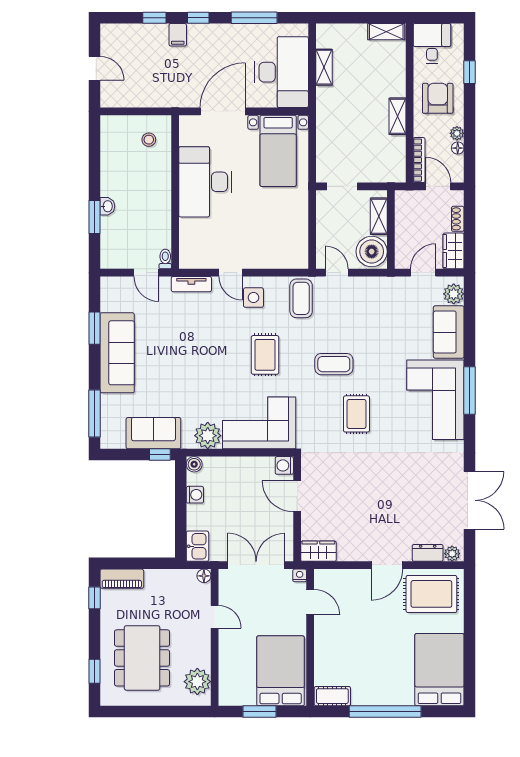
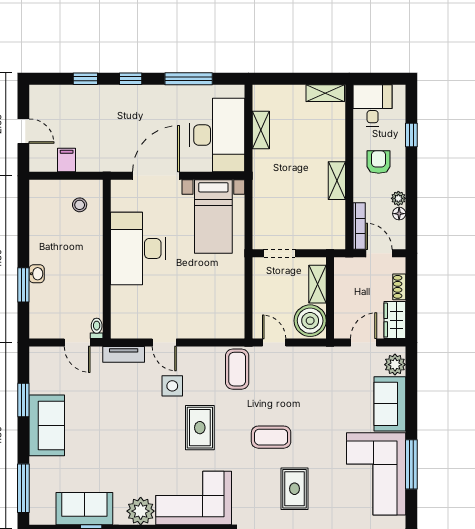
filing cabinet: (178, 35) -> (67, 160), moved, turned 180
armchair: (438, 98) -> (379, 162), width x0.72, depth x0.72
side table: (253, 298) -> (172, 386), moved
sofa: (117, 353) -> (47, 425), width x0.73

